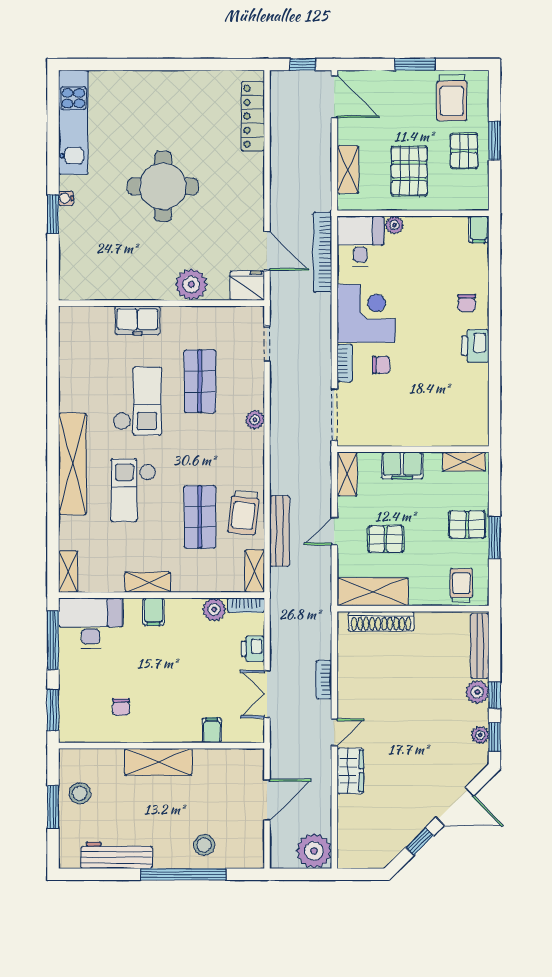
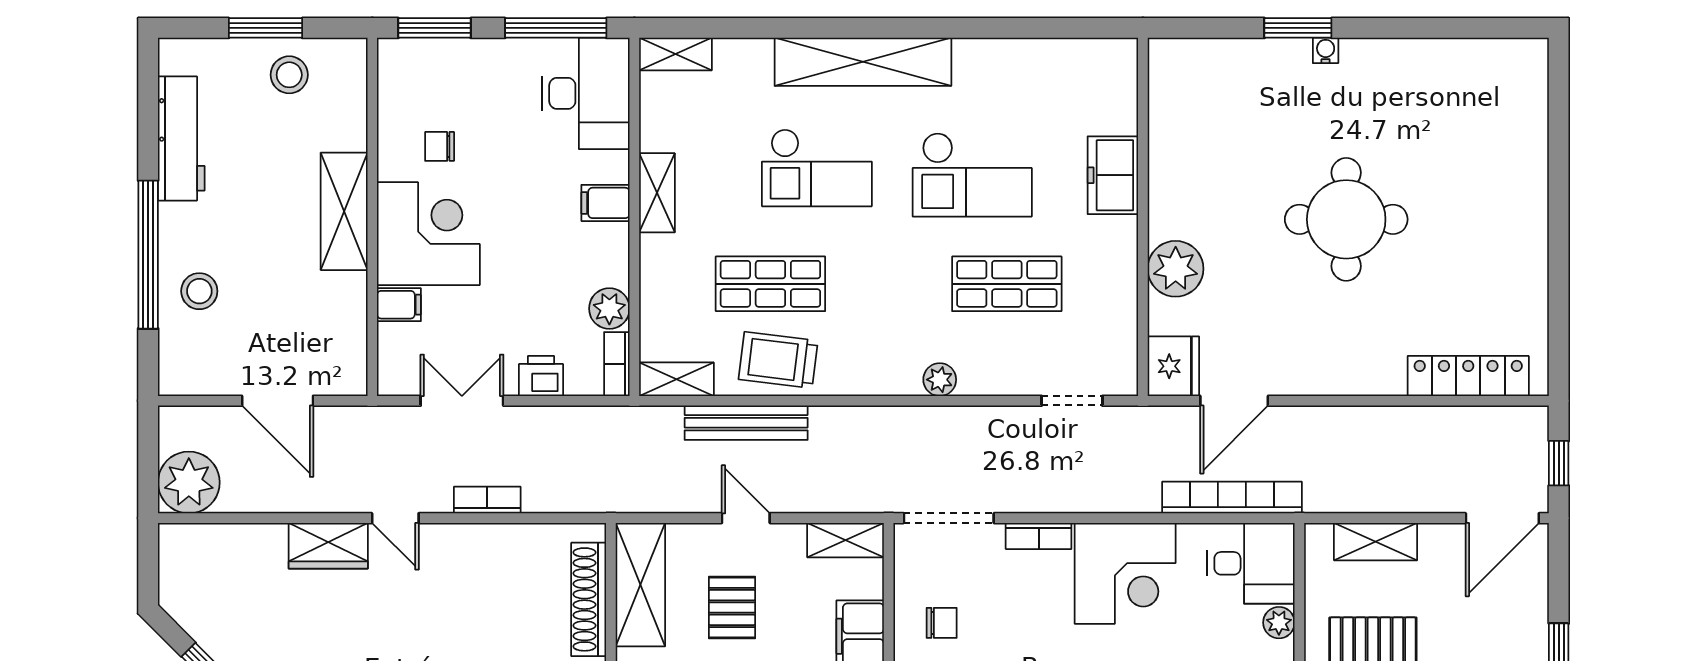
kitchen unit: (73, 122) -> (1458, 63), removed
chair: (381, 365) -> (942, 623), moved, turned -90
checkout: (133, 490) -> (817, 168), turned 180
corner desk: (171, 713) -> (428, 234), added

